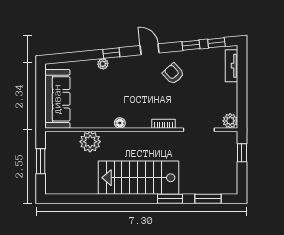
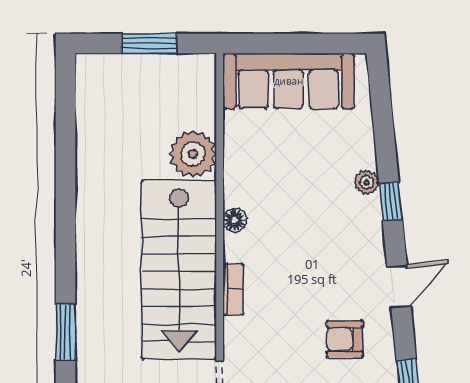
armchair: (173, 74) -> (345, 339), turned -138
bookcase: (163, 124) -> (233, 289), moved
stairs: (139, 178) -> (179, 270), moved, turned 180

